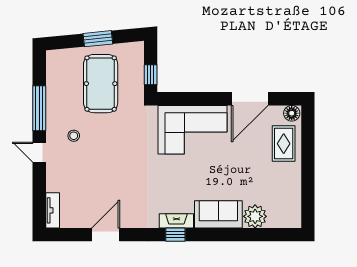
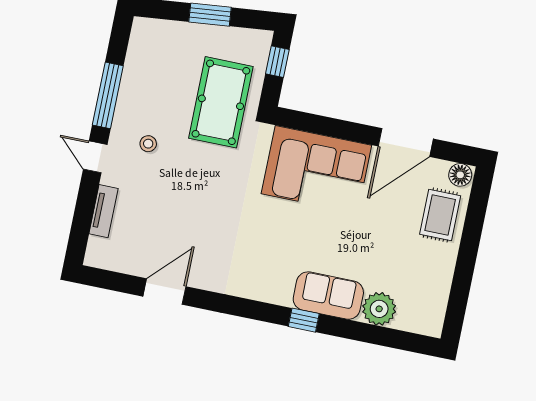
window: (151, 75) -> (277, 62), moved
pool table: (101, 84) -> (221, 102), moved
tv unit: (53, 210) -> (103, 211), moved
fireplace: (176, 221) -> (268, 293), removed
window: (175, 235) -> (304, 320), moved

